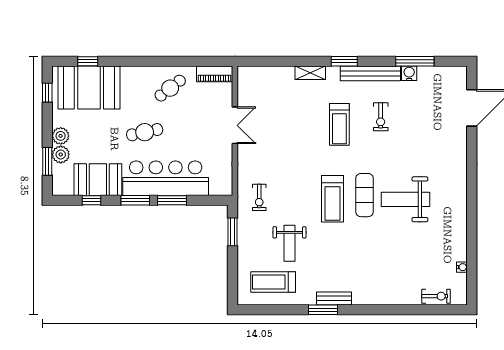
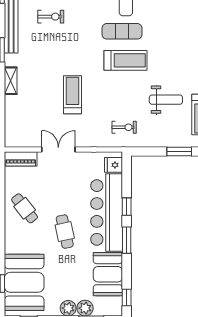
piano: (215, 74) -> (21, 159), moved, turned 90
treadmill: (339, 124) -> (73, 95), moved, turned -90
fridge: (218, 186) -> (114, 165), added
window: (92, 200) -> (127, 298), moved
window: (172, 200) -> (127, 207), width x0.67
window: (233, 232) -> (179, 152), moved

